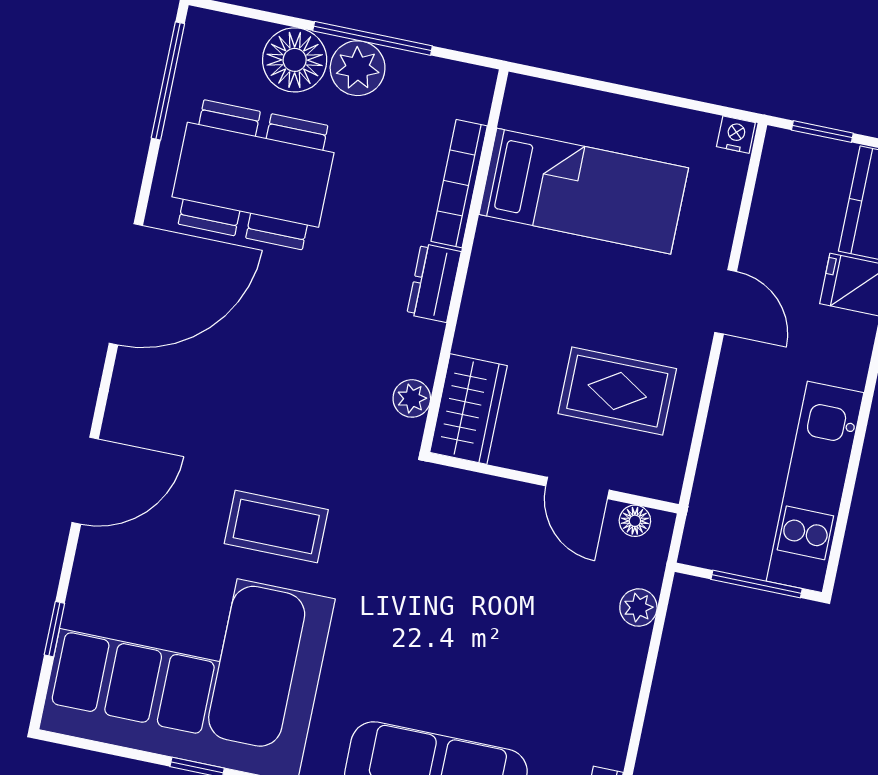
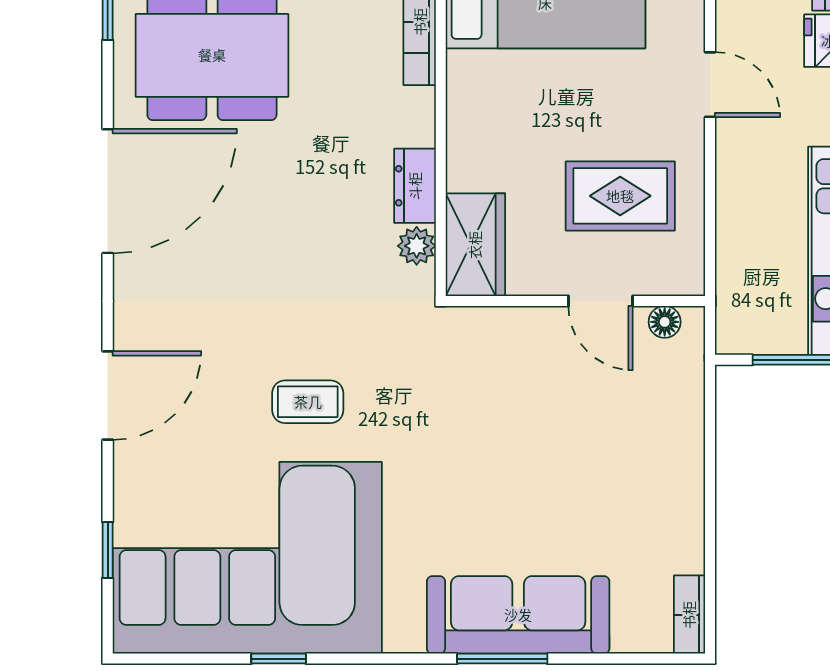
dresser: (434, 283) -> (415, 186), moved
coffee table: (276, 527) -> (308, 402), width x0.73, depth x0.77
plant: (638, 608) -> (686, 408), removed

